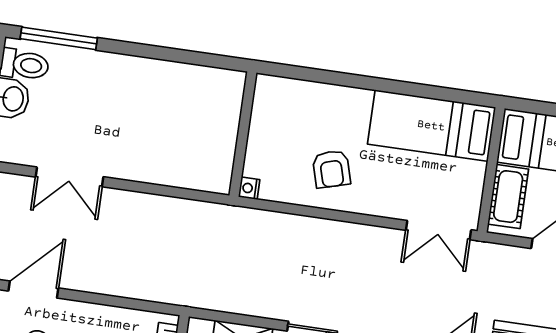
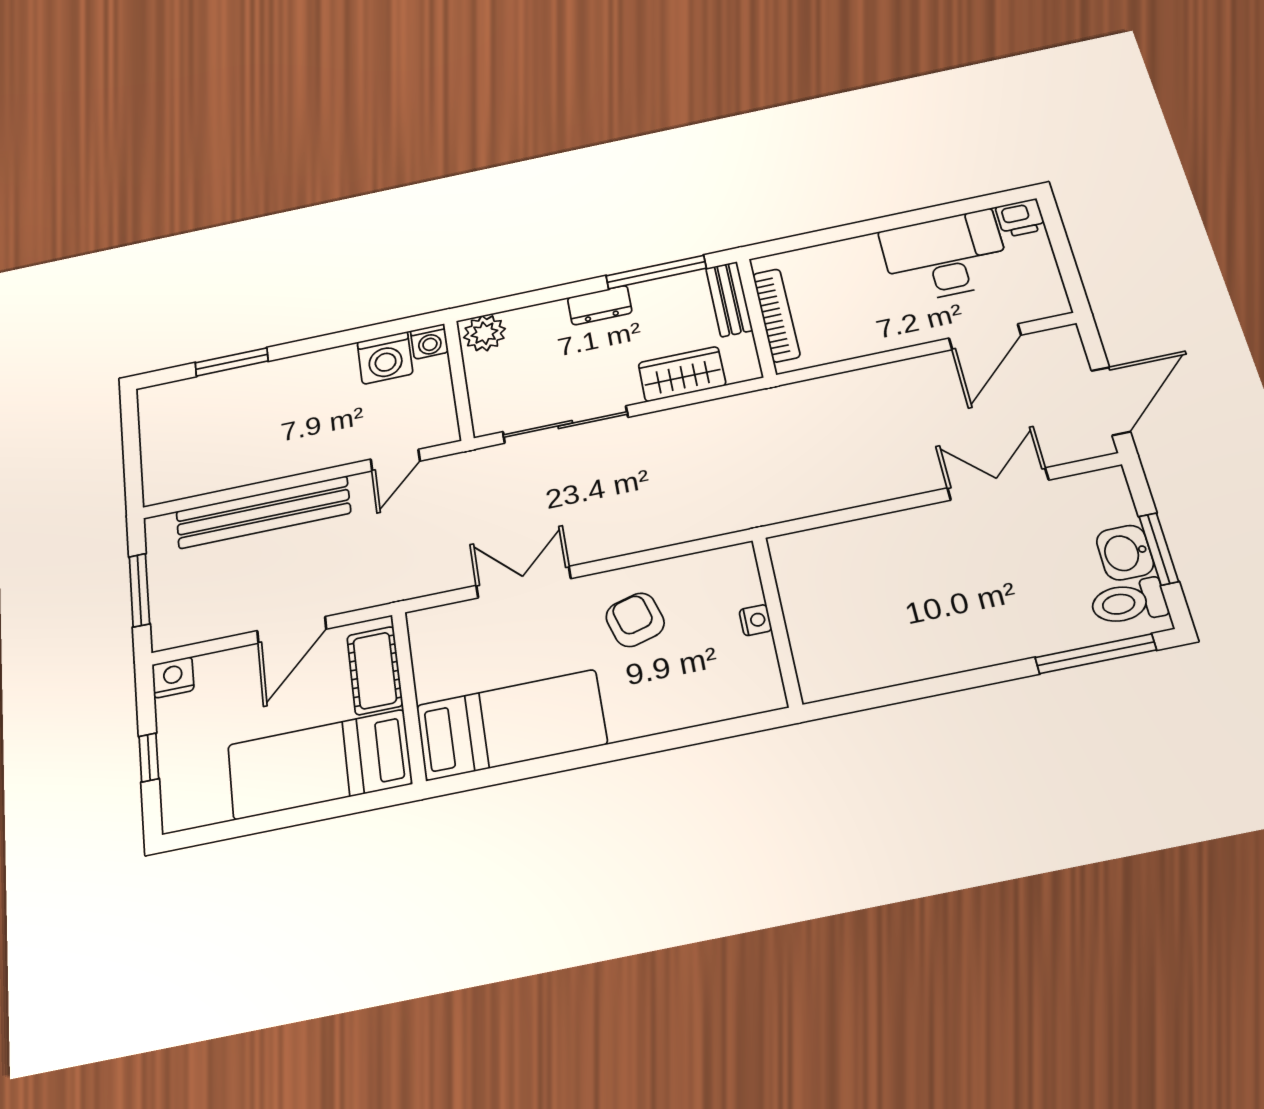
nightstand: (249, 188) -> (755, 620), moved
double door: (439, 230) -> (523, 582), moved

